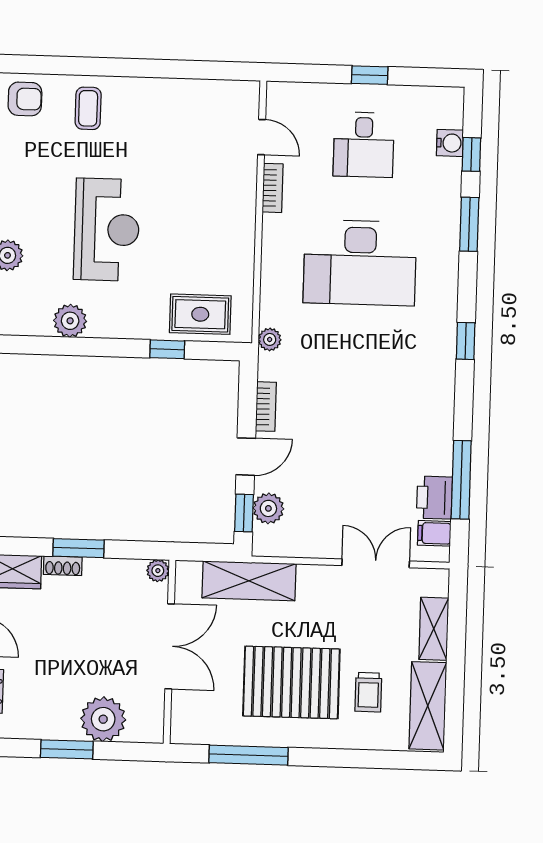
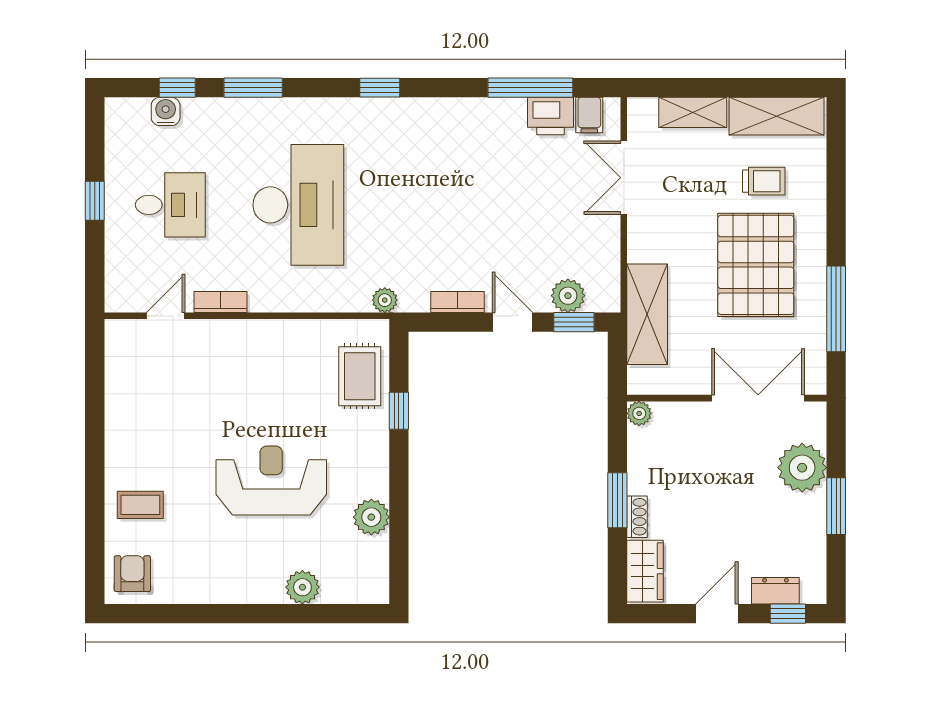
double door: (170, 646) -> (758, 398), moved

